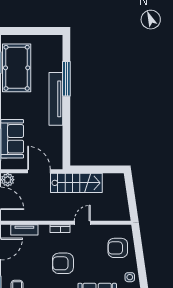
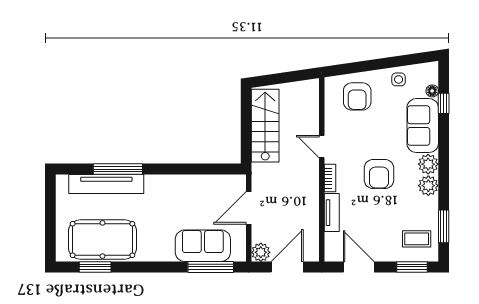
tv unit: (56, 99) -> (106, 184), moved
stairs: (76, 183) -> (265, 126), moved
tv unit: (24, 230) -> (332, 213), moved

